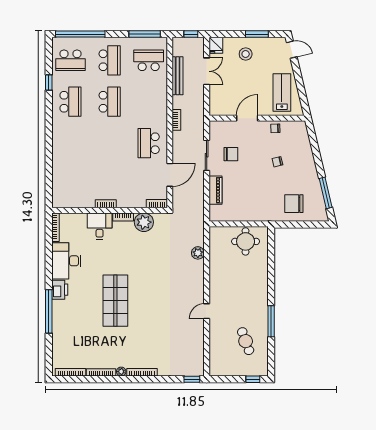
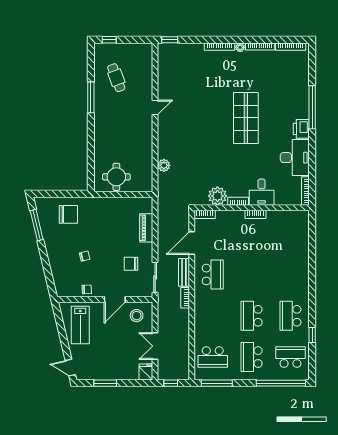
stool: (246, 54) -> (137, 316), moved
bench: (178, 76) -> (184, 272), moved, width x0.73
sliding door: (207, 155) -> (155, 277), moved

